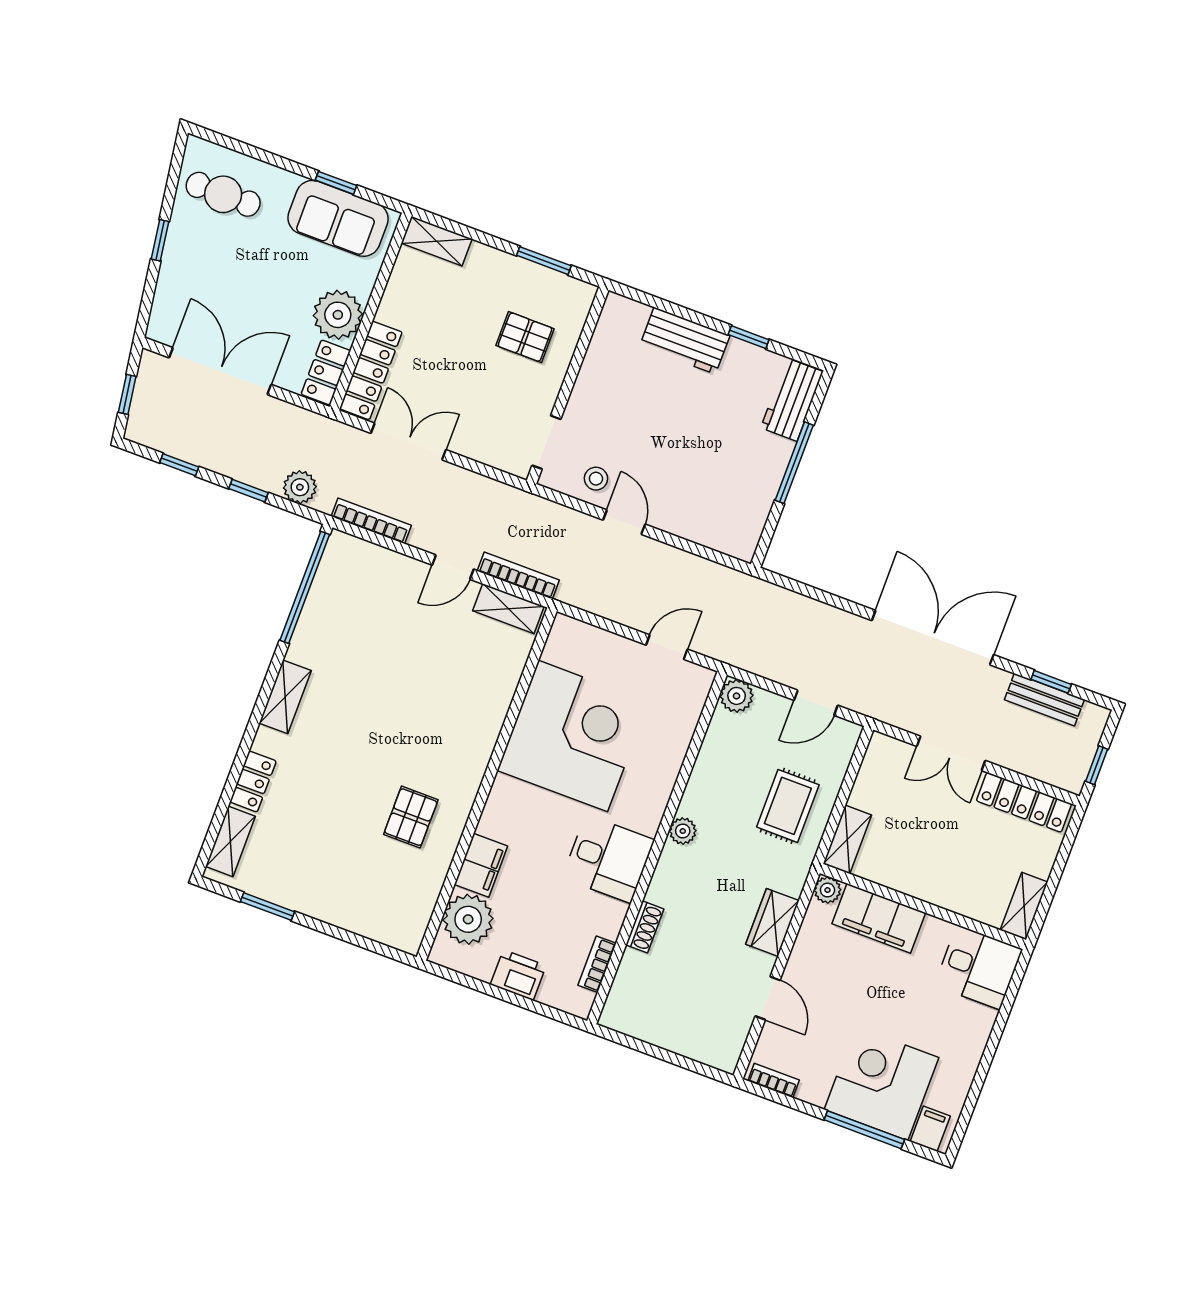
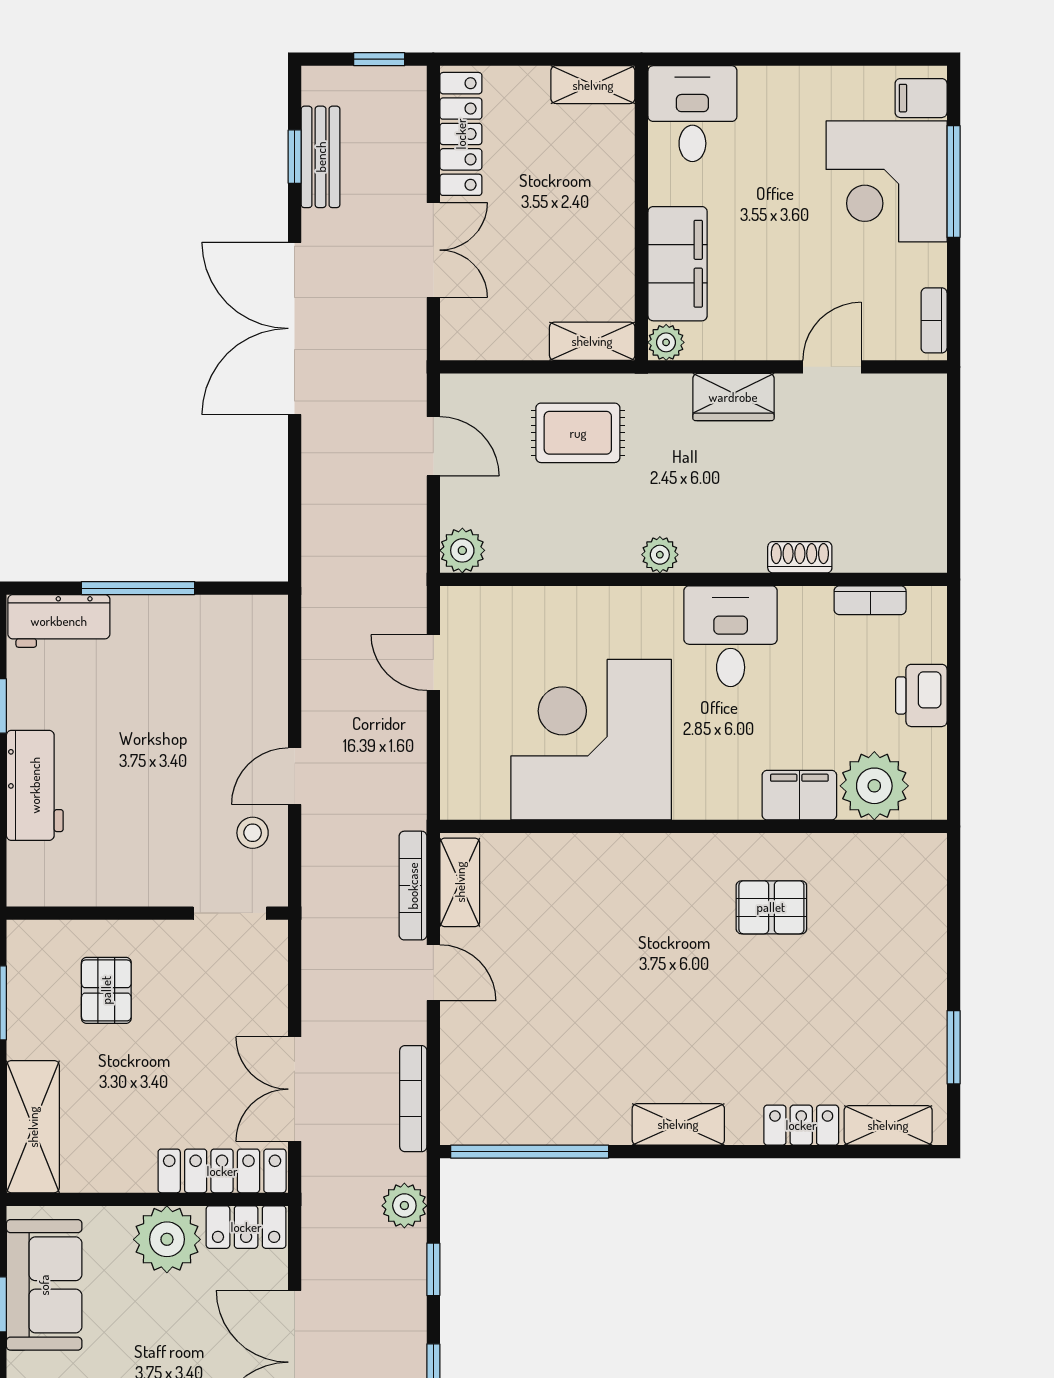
shelving: (437, 241) -> (33, 1127), width x1.50, depth x1.33

